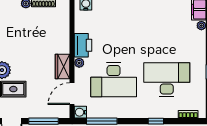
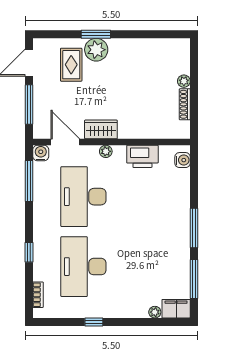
printer: (83, 45) -> (142, 156), moved
desk: (167, 80) -> (83, 267), turned 180

